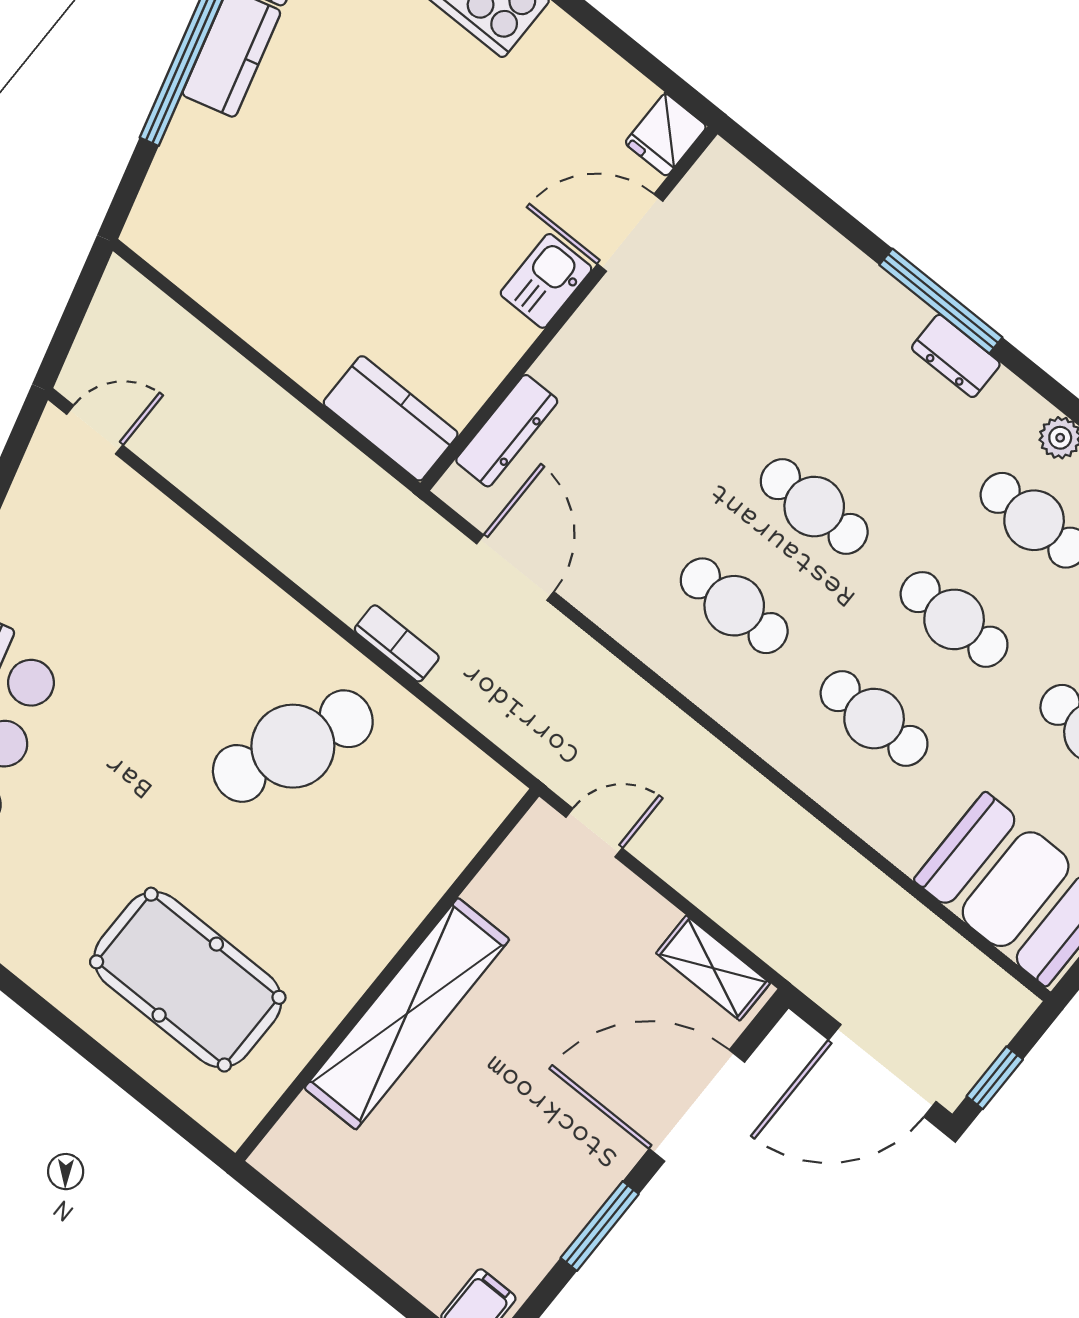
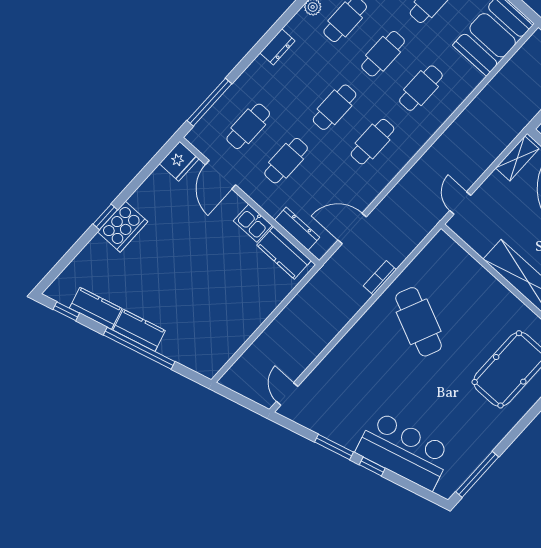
fridge: (666, 135) -> (179, 161), width x1.38
kitchen sink: (546, 281) -> (253, 223), moved
cafe table: (754, 295) -> (248, 126), added
window: (941, 301) -> (209, 102), moved
cafe table: (674, 394) -> (286, 161), added
kitchen counter: (391, 418) -> (284, 253), moved, turned -90

